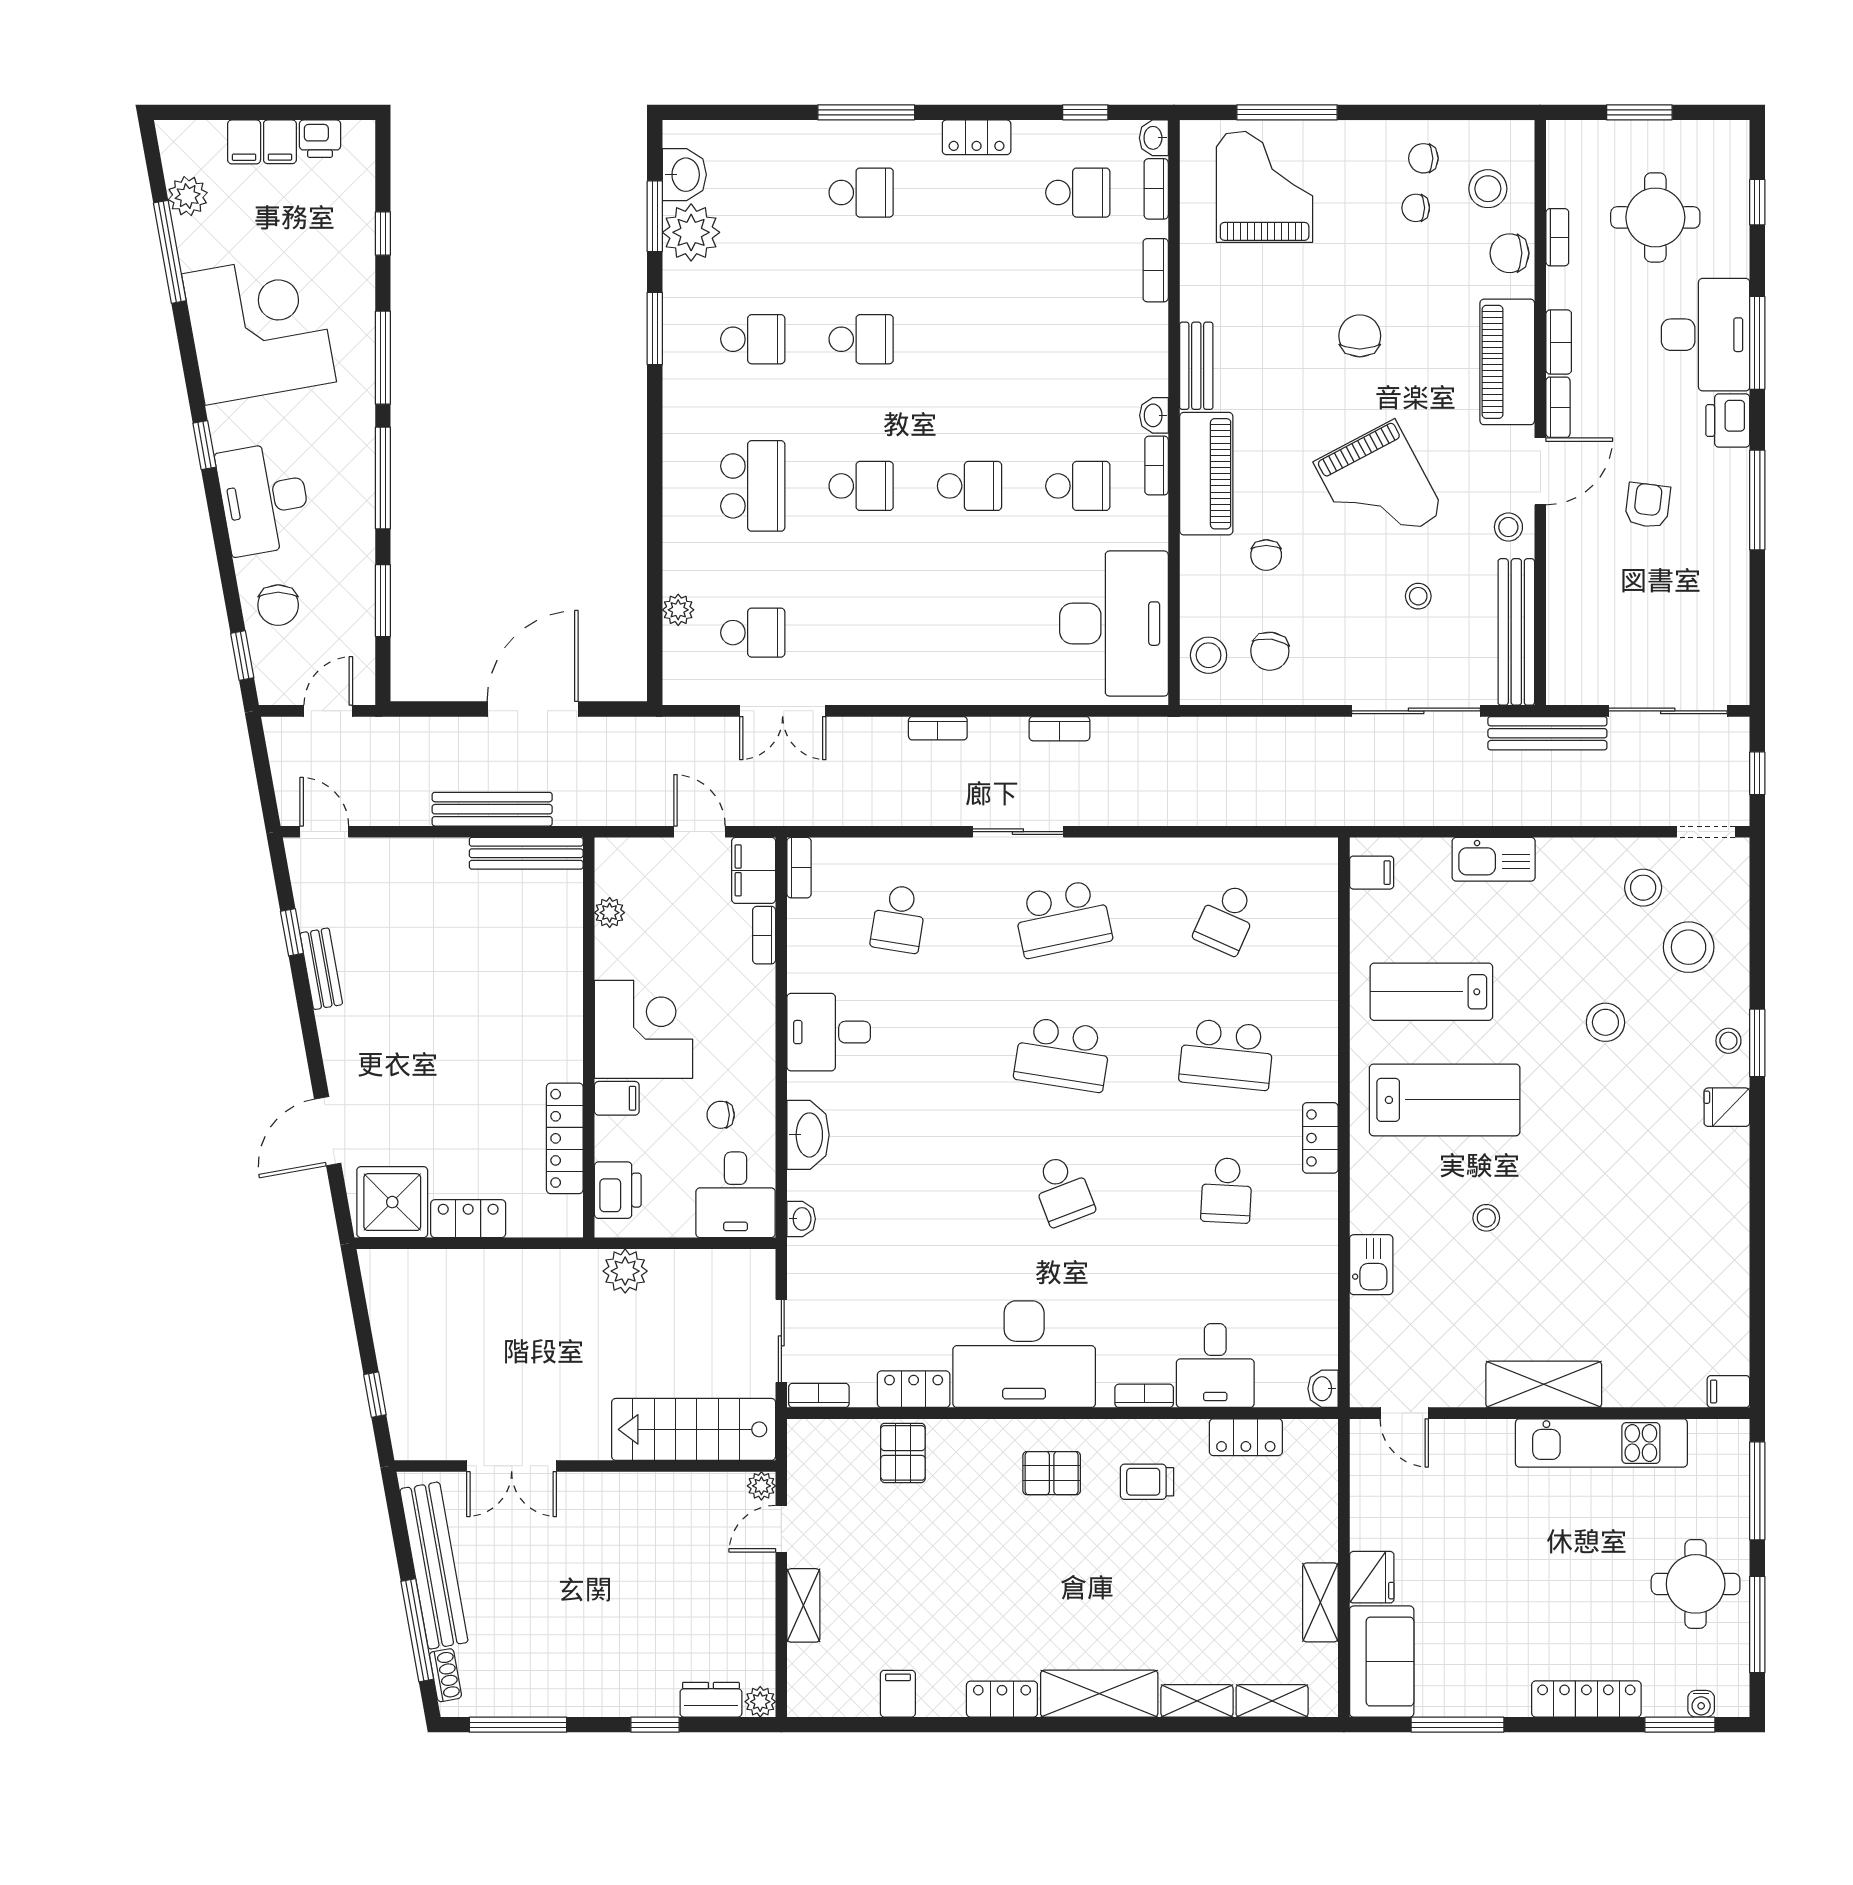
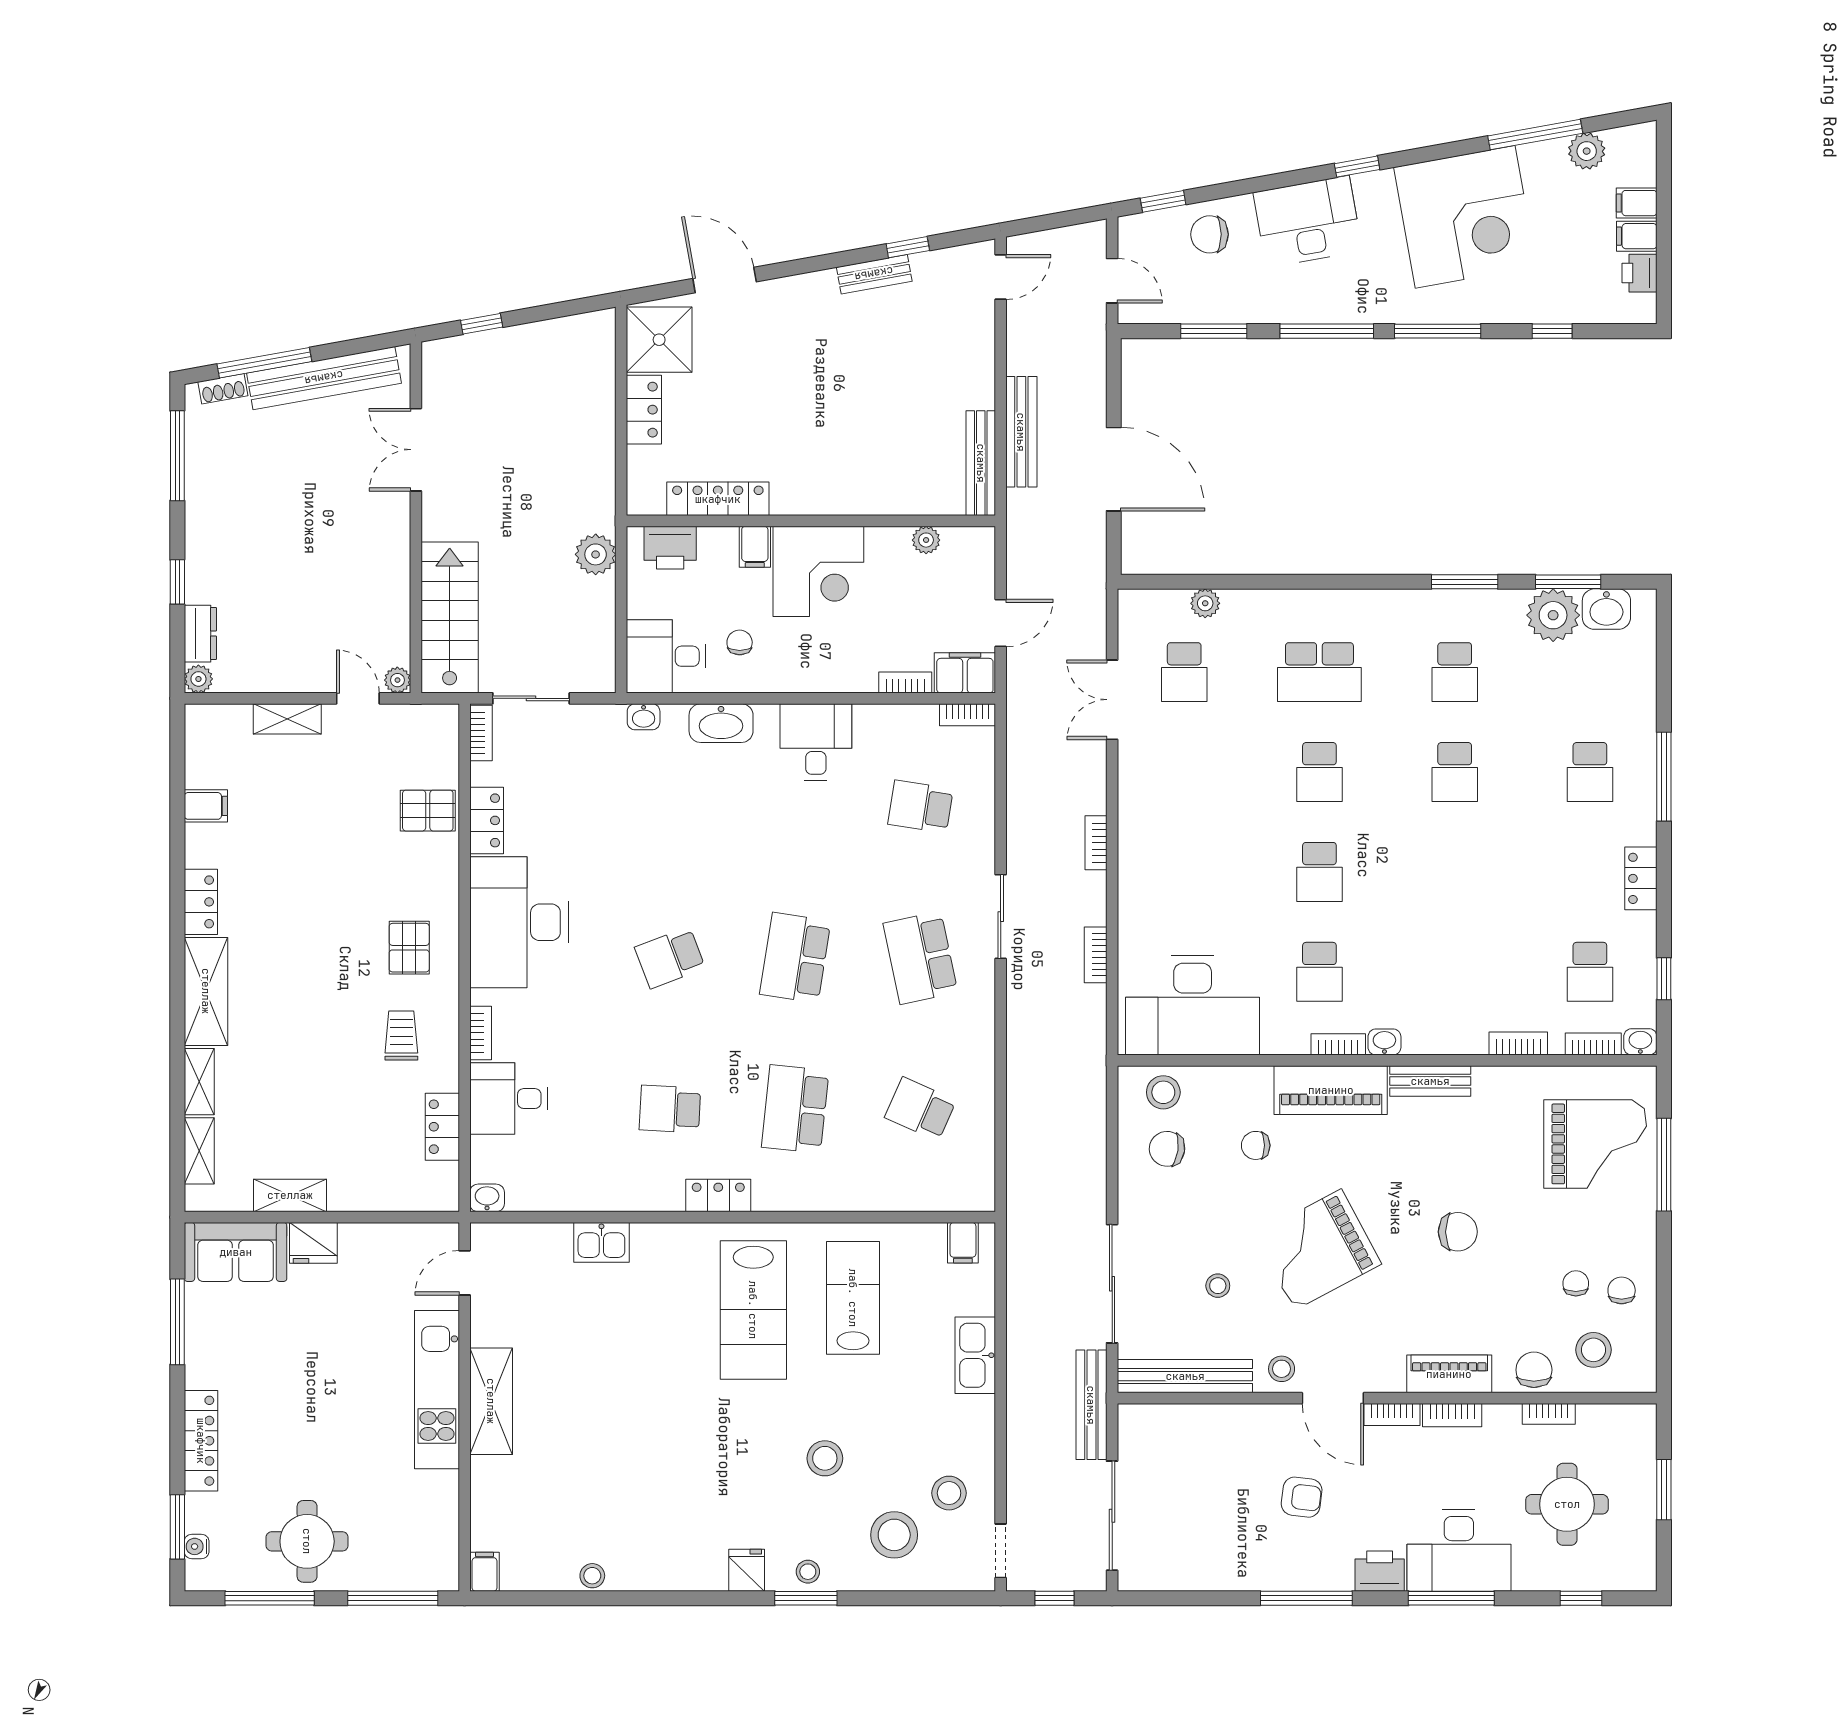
piano: (1507, 362) -> (1449, 1374), width x0.73, depth x0.75
stool: (1486, 1218) -> (592, 1576), moved
kitchen unit: (1601, 1443) -> (437, 1390), moved

